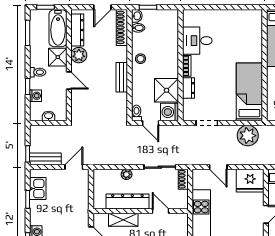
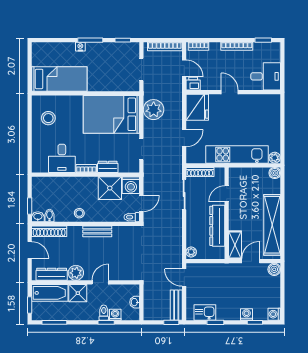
stool: (239, 27) -> (48, 118), added
toilet: (38, 72) -> (104, 313), moved
bed: (249, 92) -> (111, 114), width x1.50
plant: (127, 174) -> (191, 252), moved
shoe rack: (183, 179) -> (200, 172), width x1.43
shelving: (123, 220) -> (235, 245), moved

